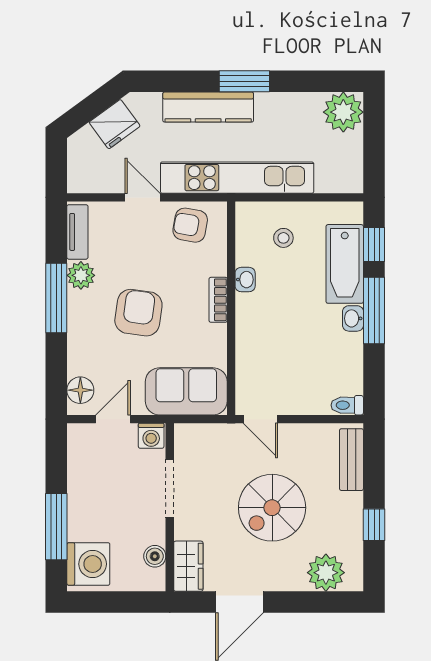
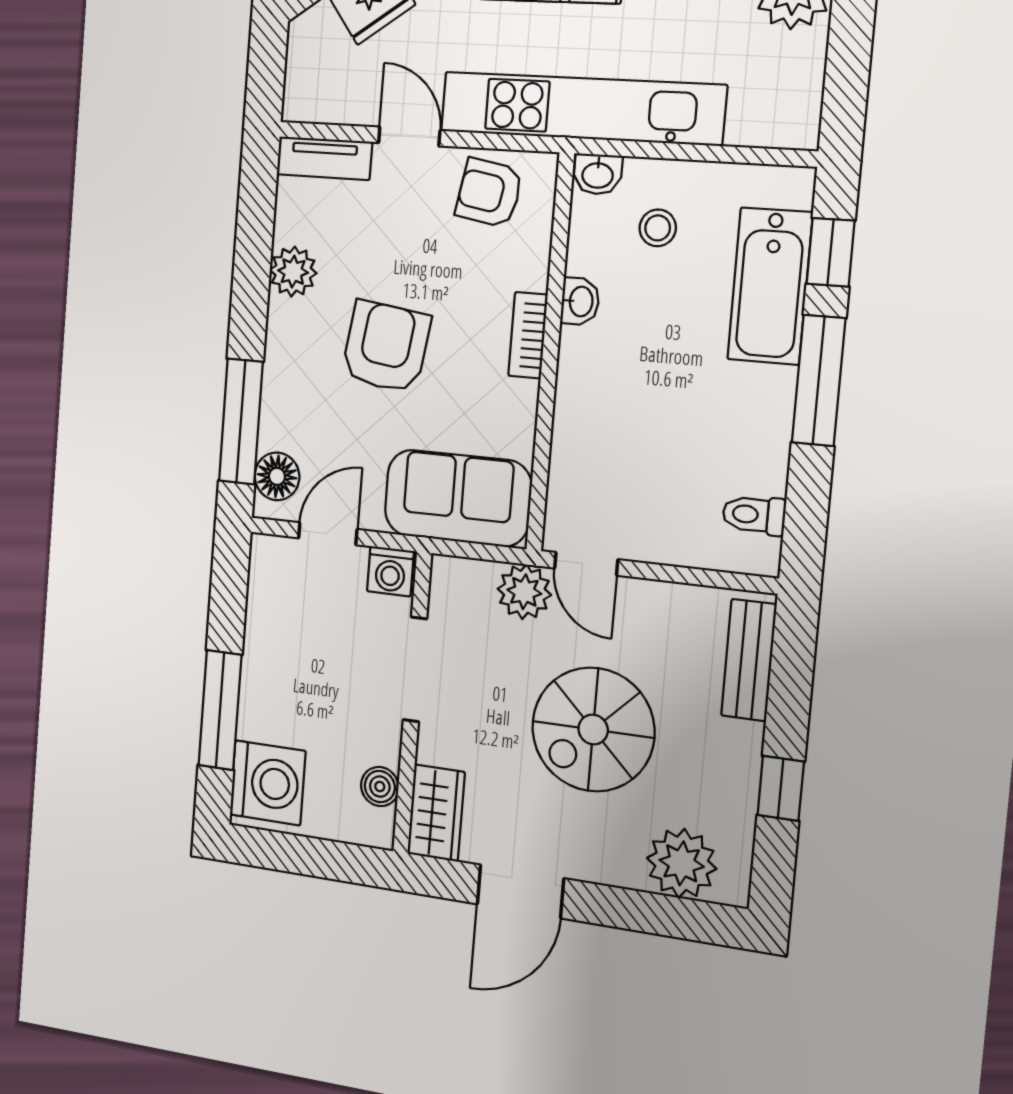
tv unit: (77, 232) -> (324, 158), moved, turned 90
window: (56, 298) -> (241, 421), moved
washbasin: (353, 318) -> (598, 174), moved, turned -90
toilet: (347, 405) -> (754, 515), moved
plant: (228, 438) -> (524, 592), added

